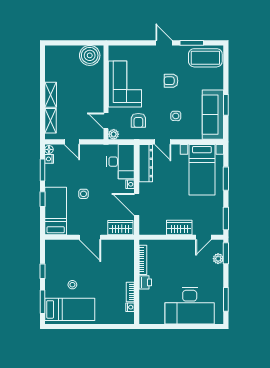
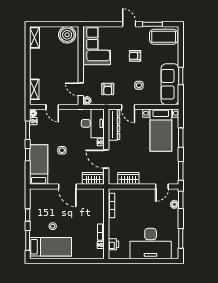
corner sofa: (125, 84) -> (97, 46), moved
shelving: (51, 95) -> (34, 38), moved
wardrobe: (179, 227) -> (128, 178), moved
printer: (145, 282) -> (113, 244), moved

